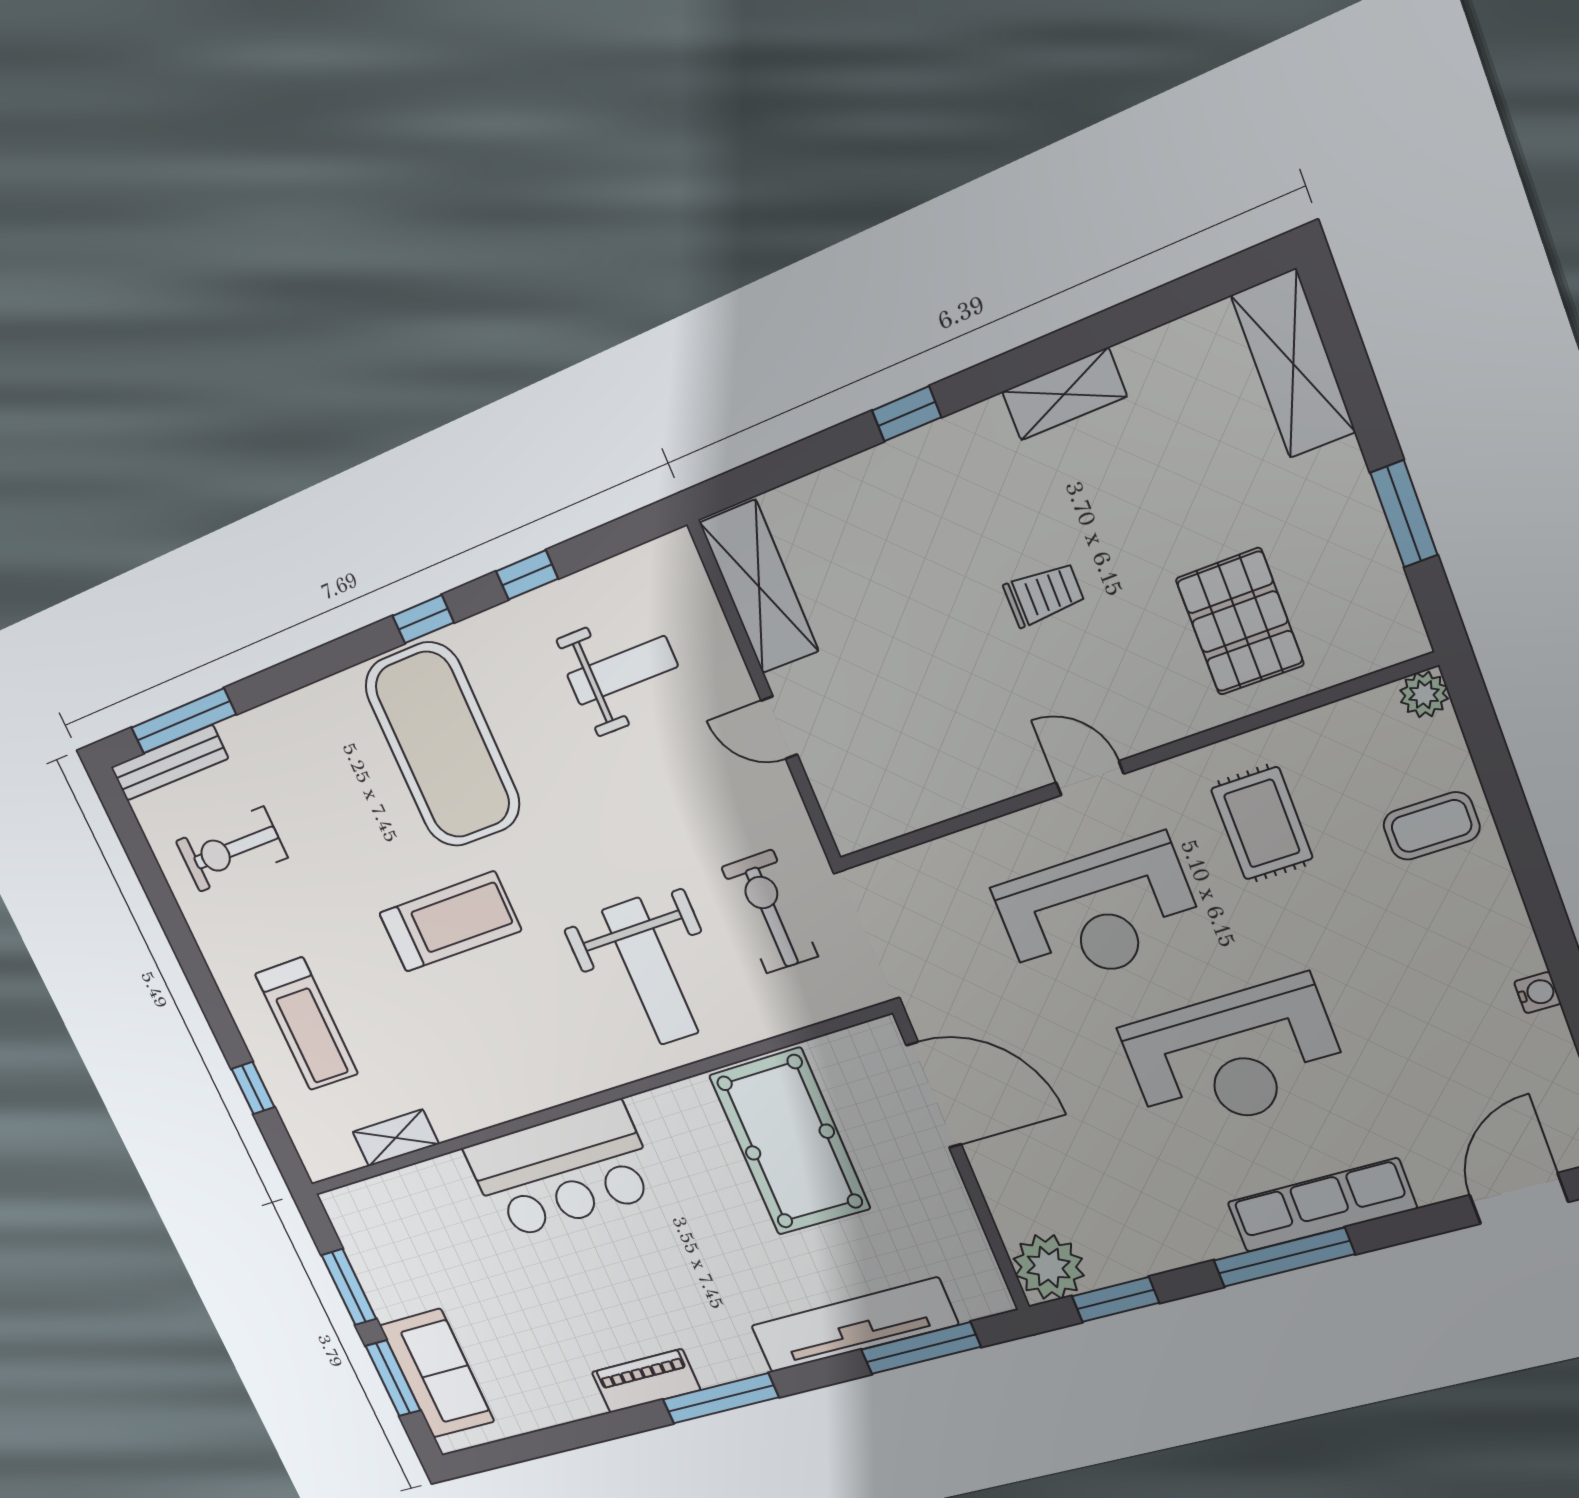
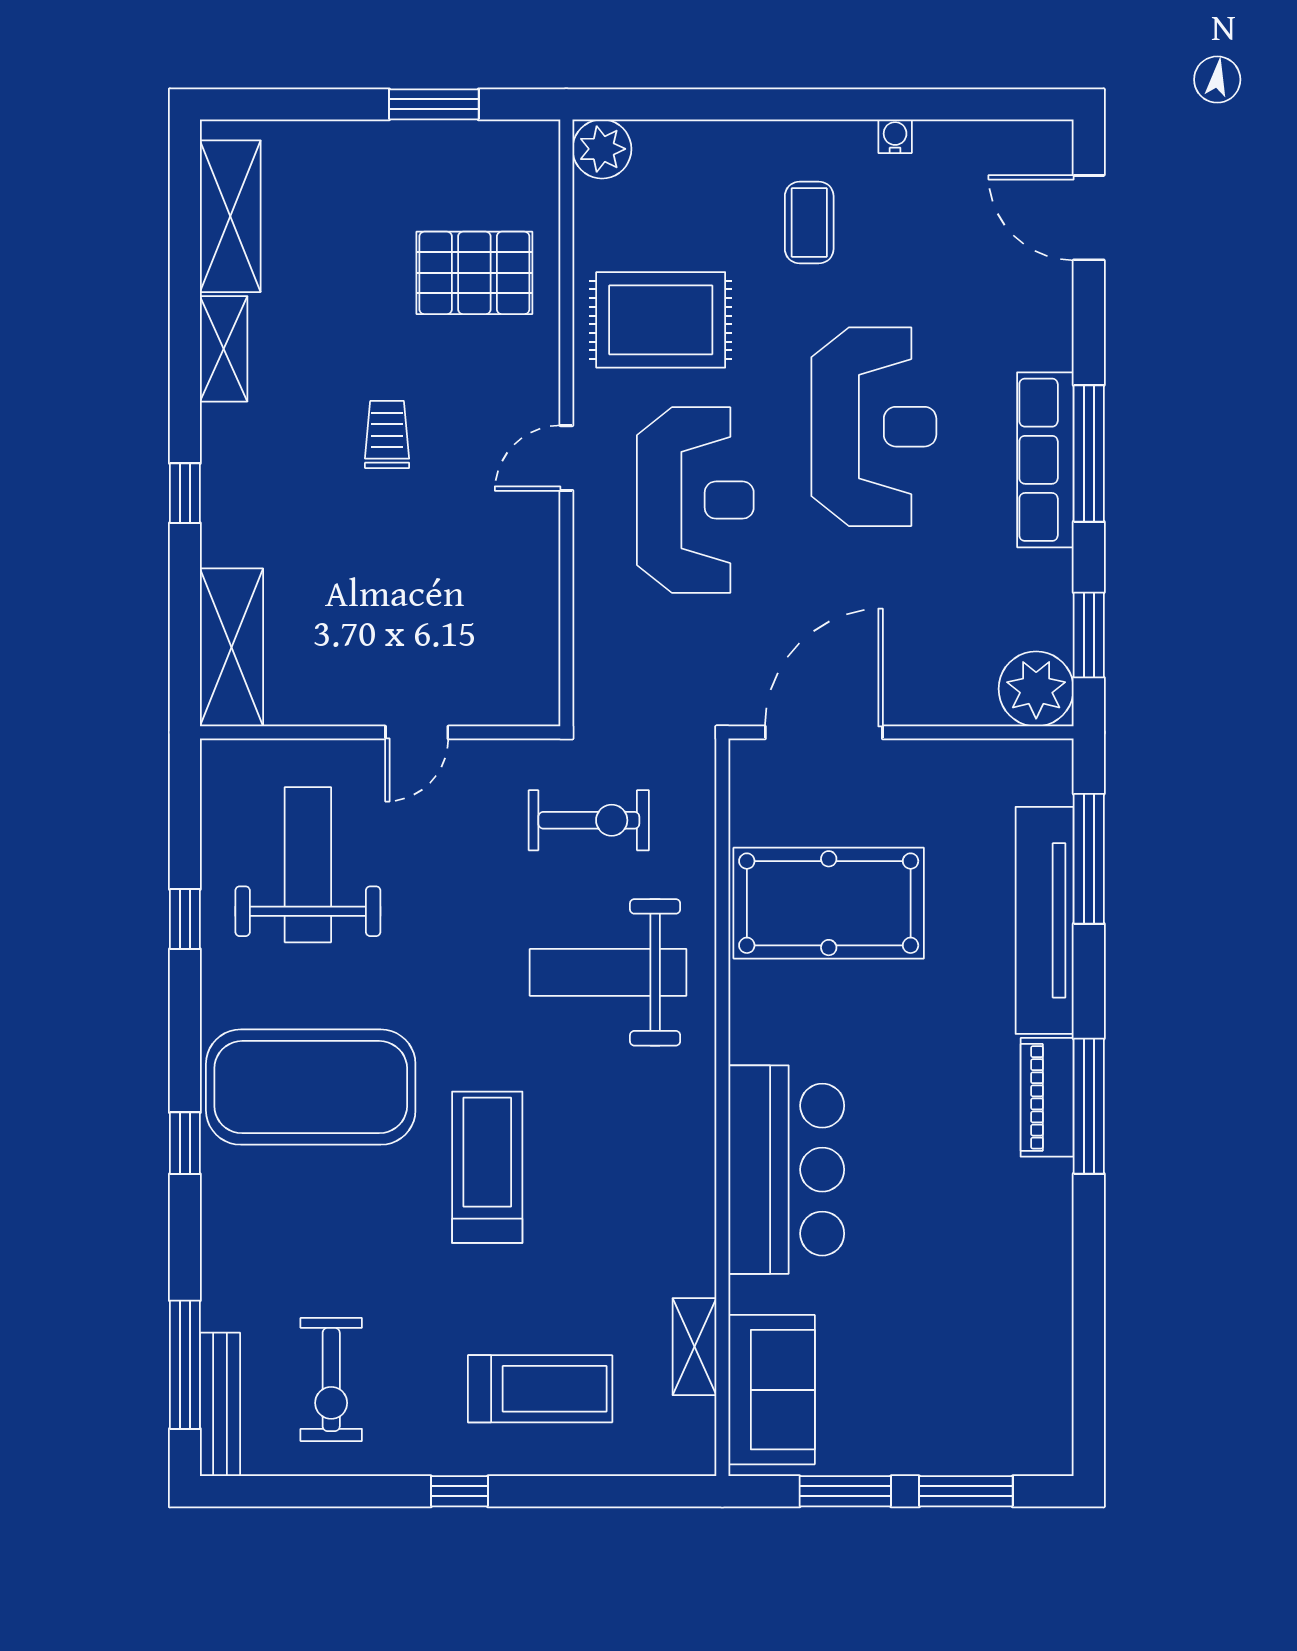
shelving: (1293, 364) -> (230, 216), moved, turned 90
shelving: (759, 587) -> (232, 647), moved, turned 90
window: (423, 619) -> (185, 1143), moved
weight bench: (622, 671) -> (308, 865), width x1.36, depth x1.33
plant: (1424, 694) -> (602, 149), width x1.38, depth x1.38
rug: (1262, 823) -> (661, 320), width x1.36, depth x1.43
coffee table: (1431, 826) -> (809, 222), moved
exercise bike: (770, 912) -> (589, 820), turned 180
weight bench: (650, 972) -> (608, 972), turned 180
window: (253, 1088) -> (459, 1491), moved
row of seats: (1322, 1205) -> (1045, 460), moved
sofa: (437, 1373) -> (772, 1390), moved, turned 90
piano: (646, 1381) -> (1047, 1097), moved

